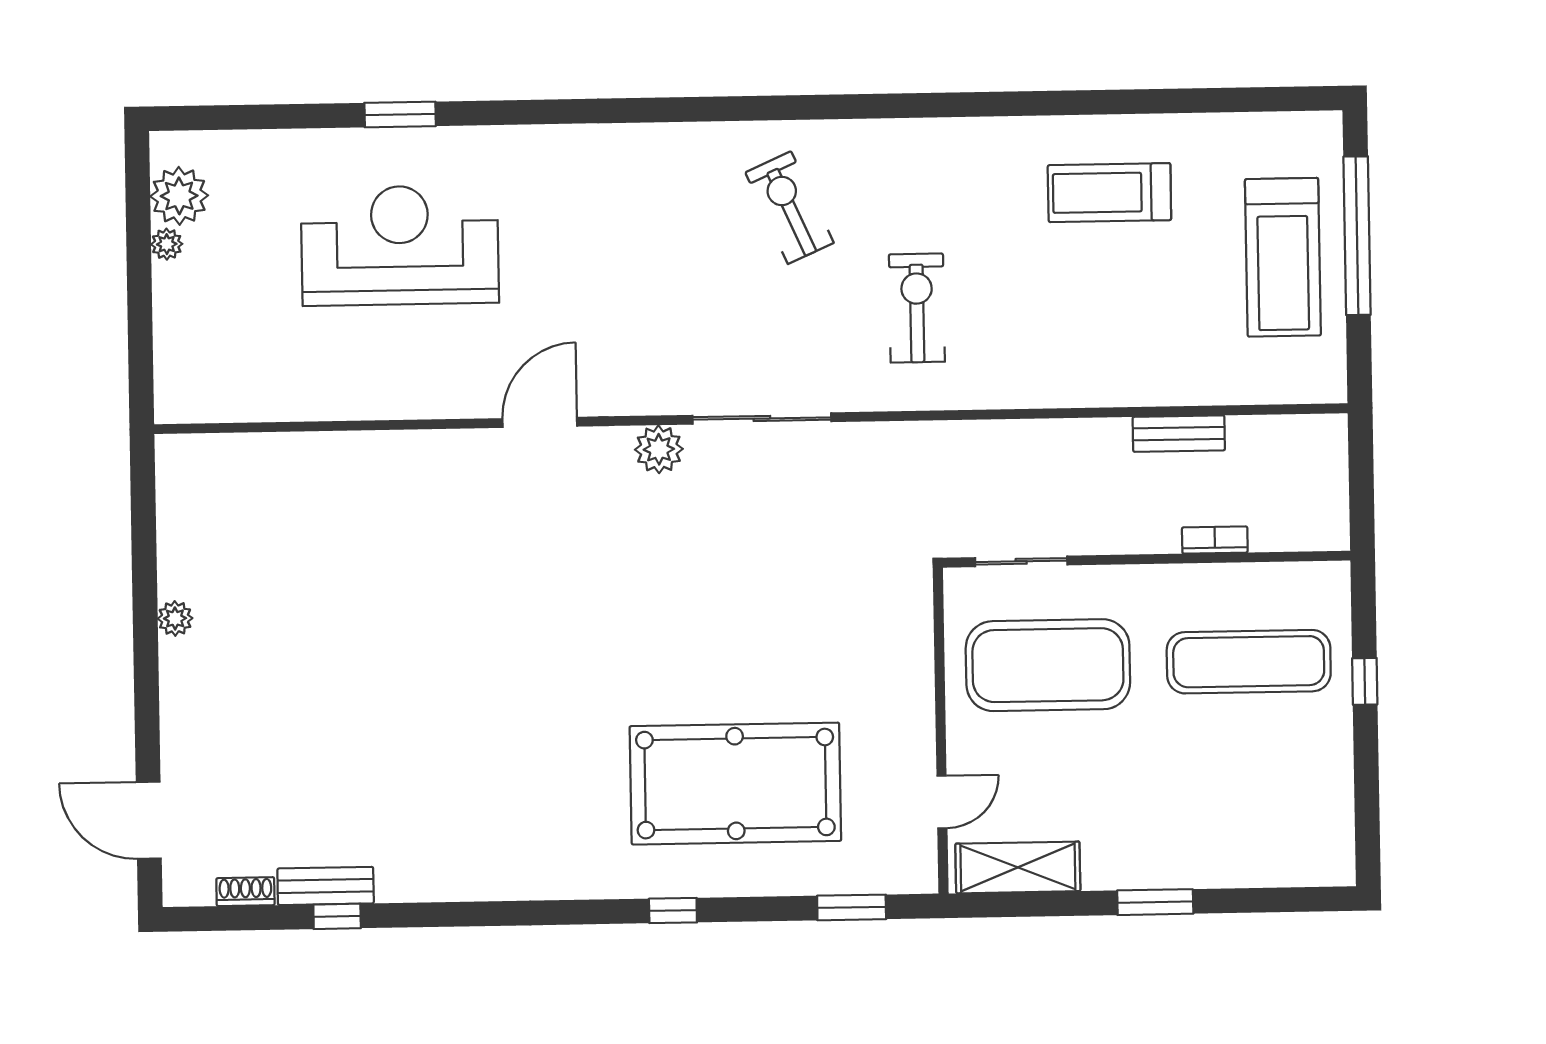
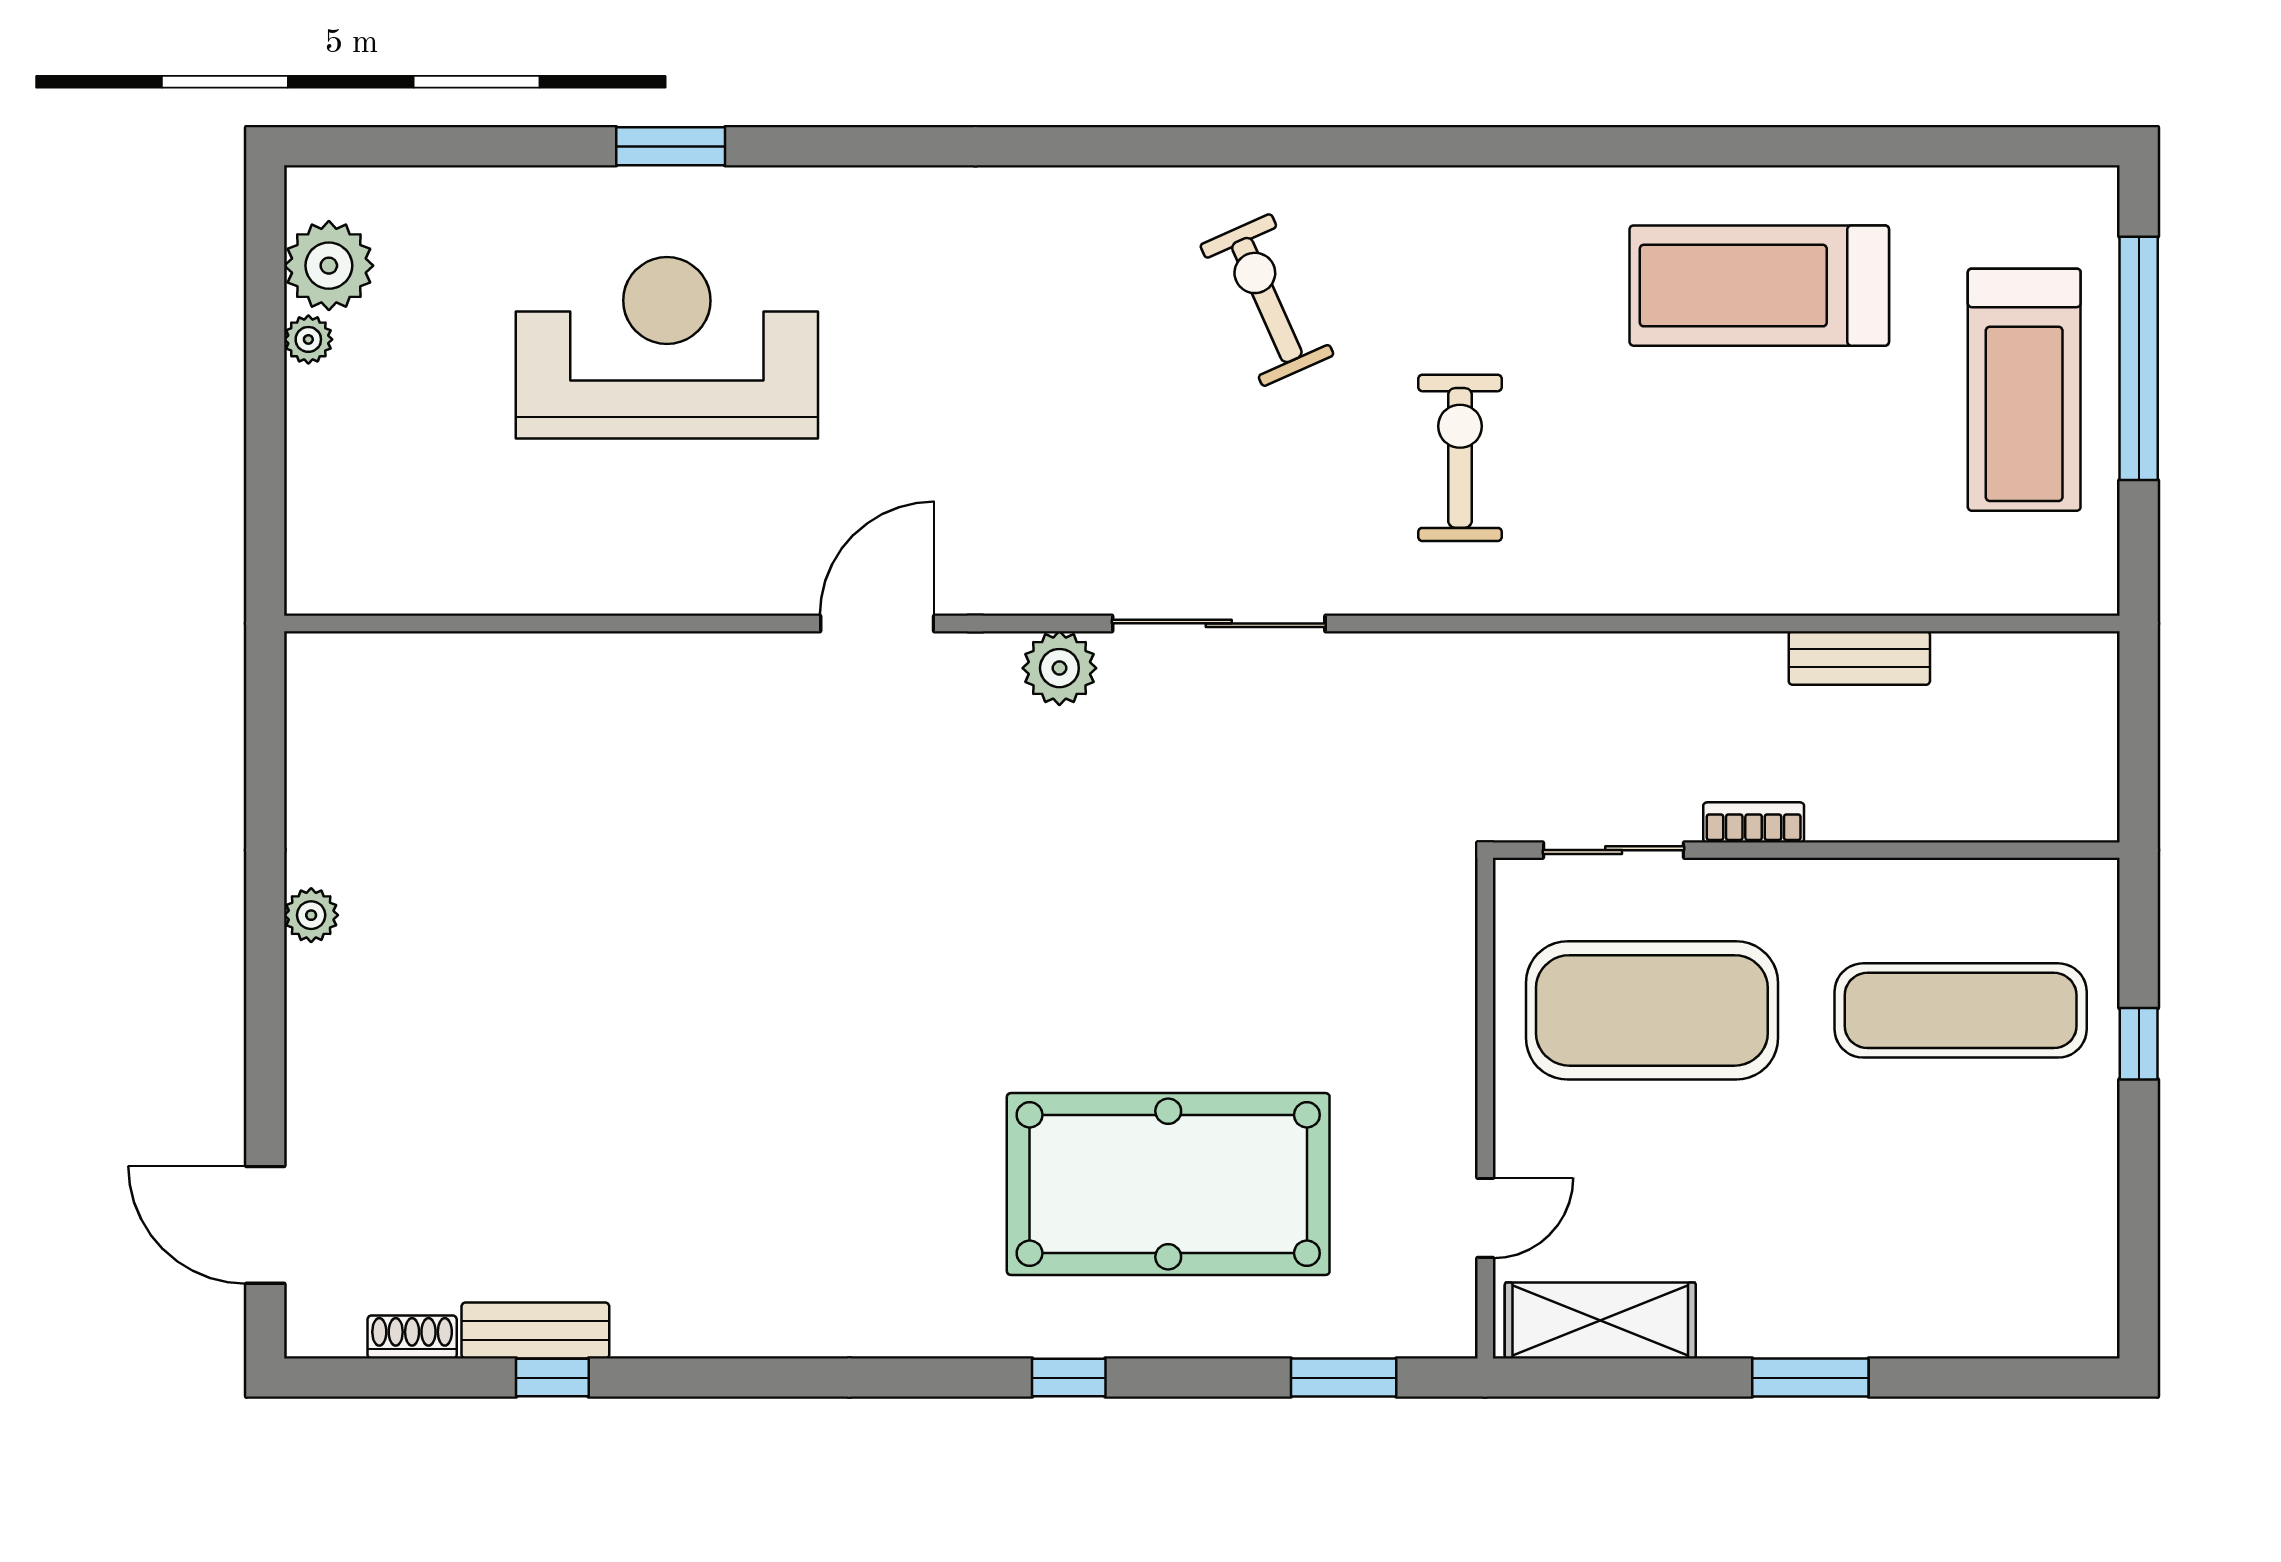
treadmill: (1109, 193) -> (1759, 286), width x1.37, depth x1.38
bookcase: (1215, 540) -> (1754, 822), moved

